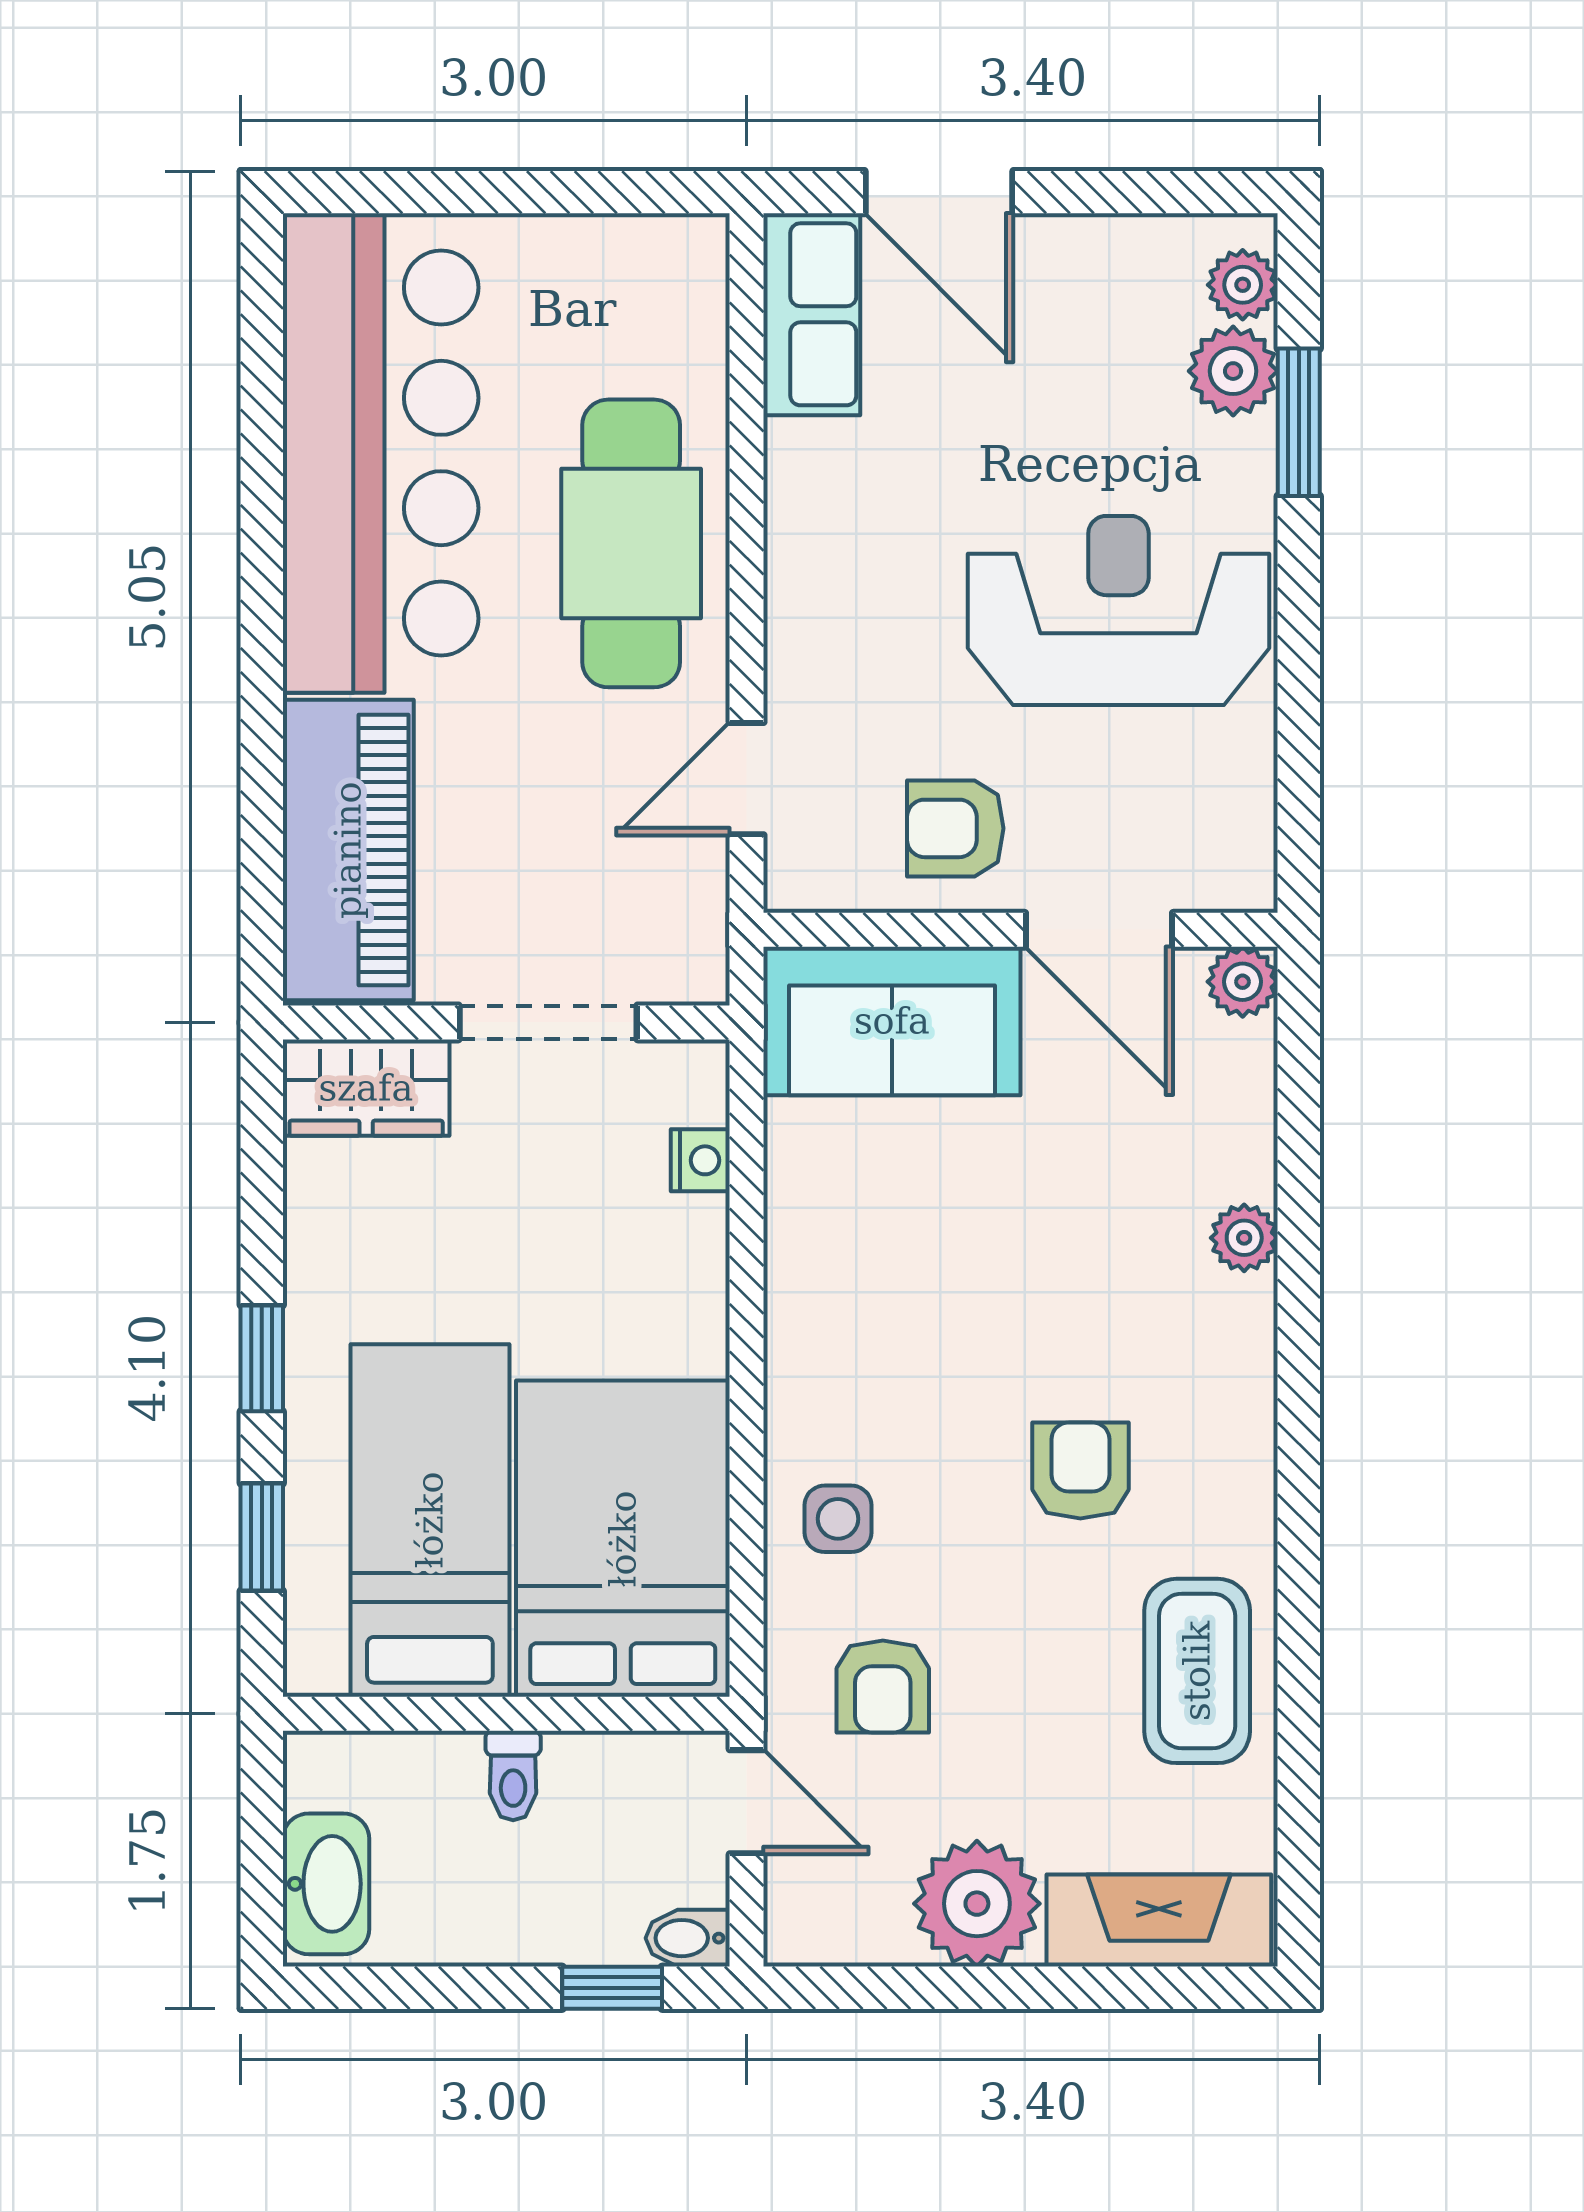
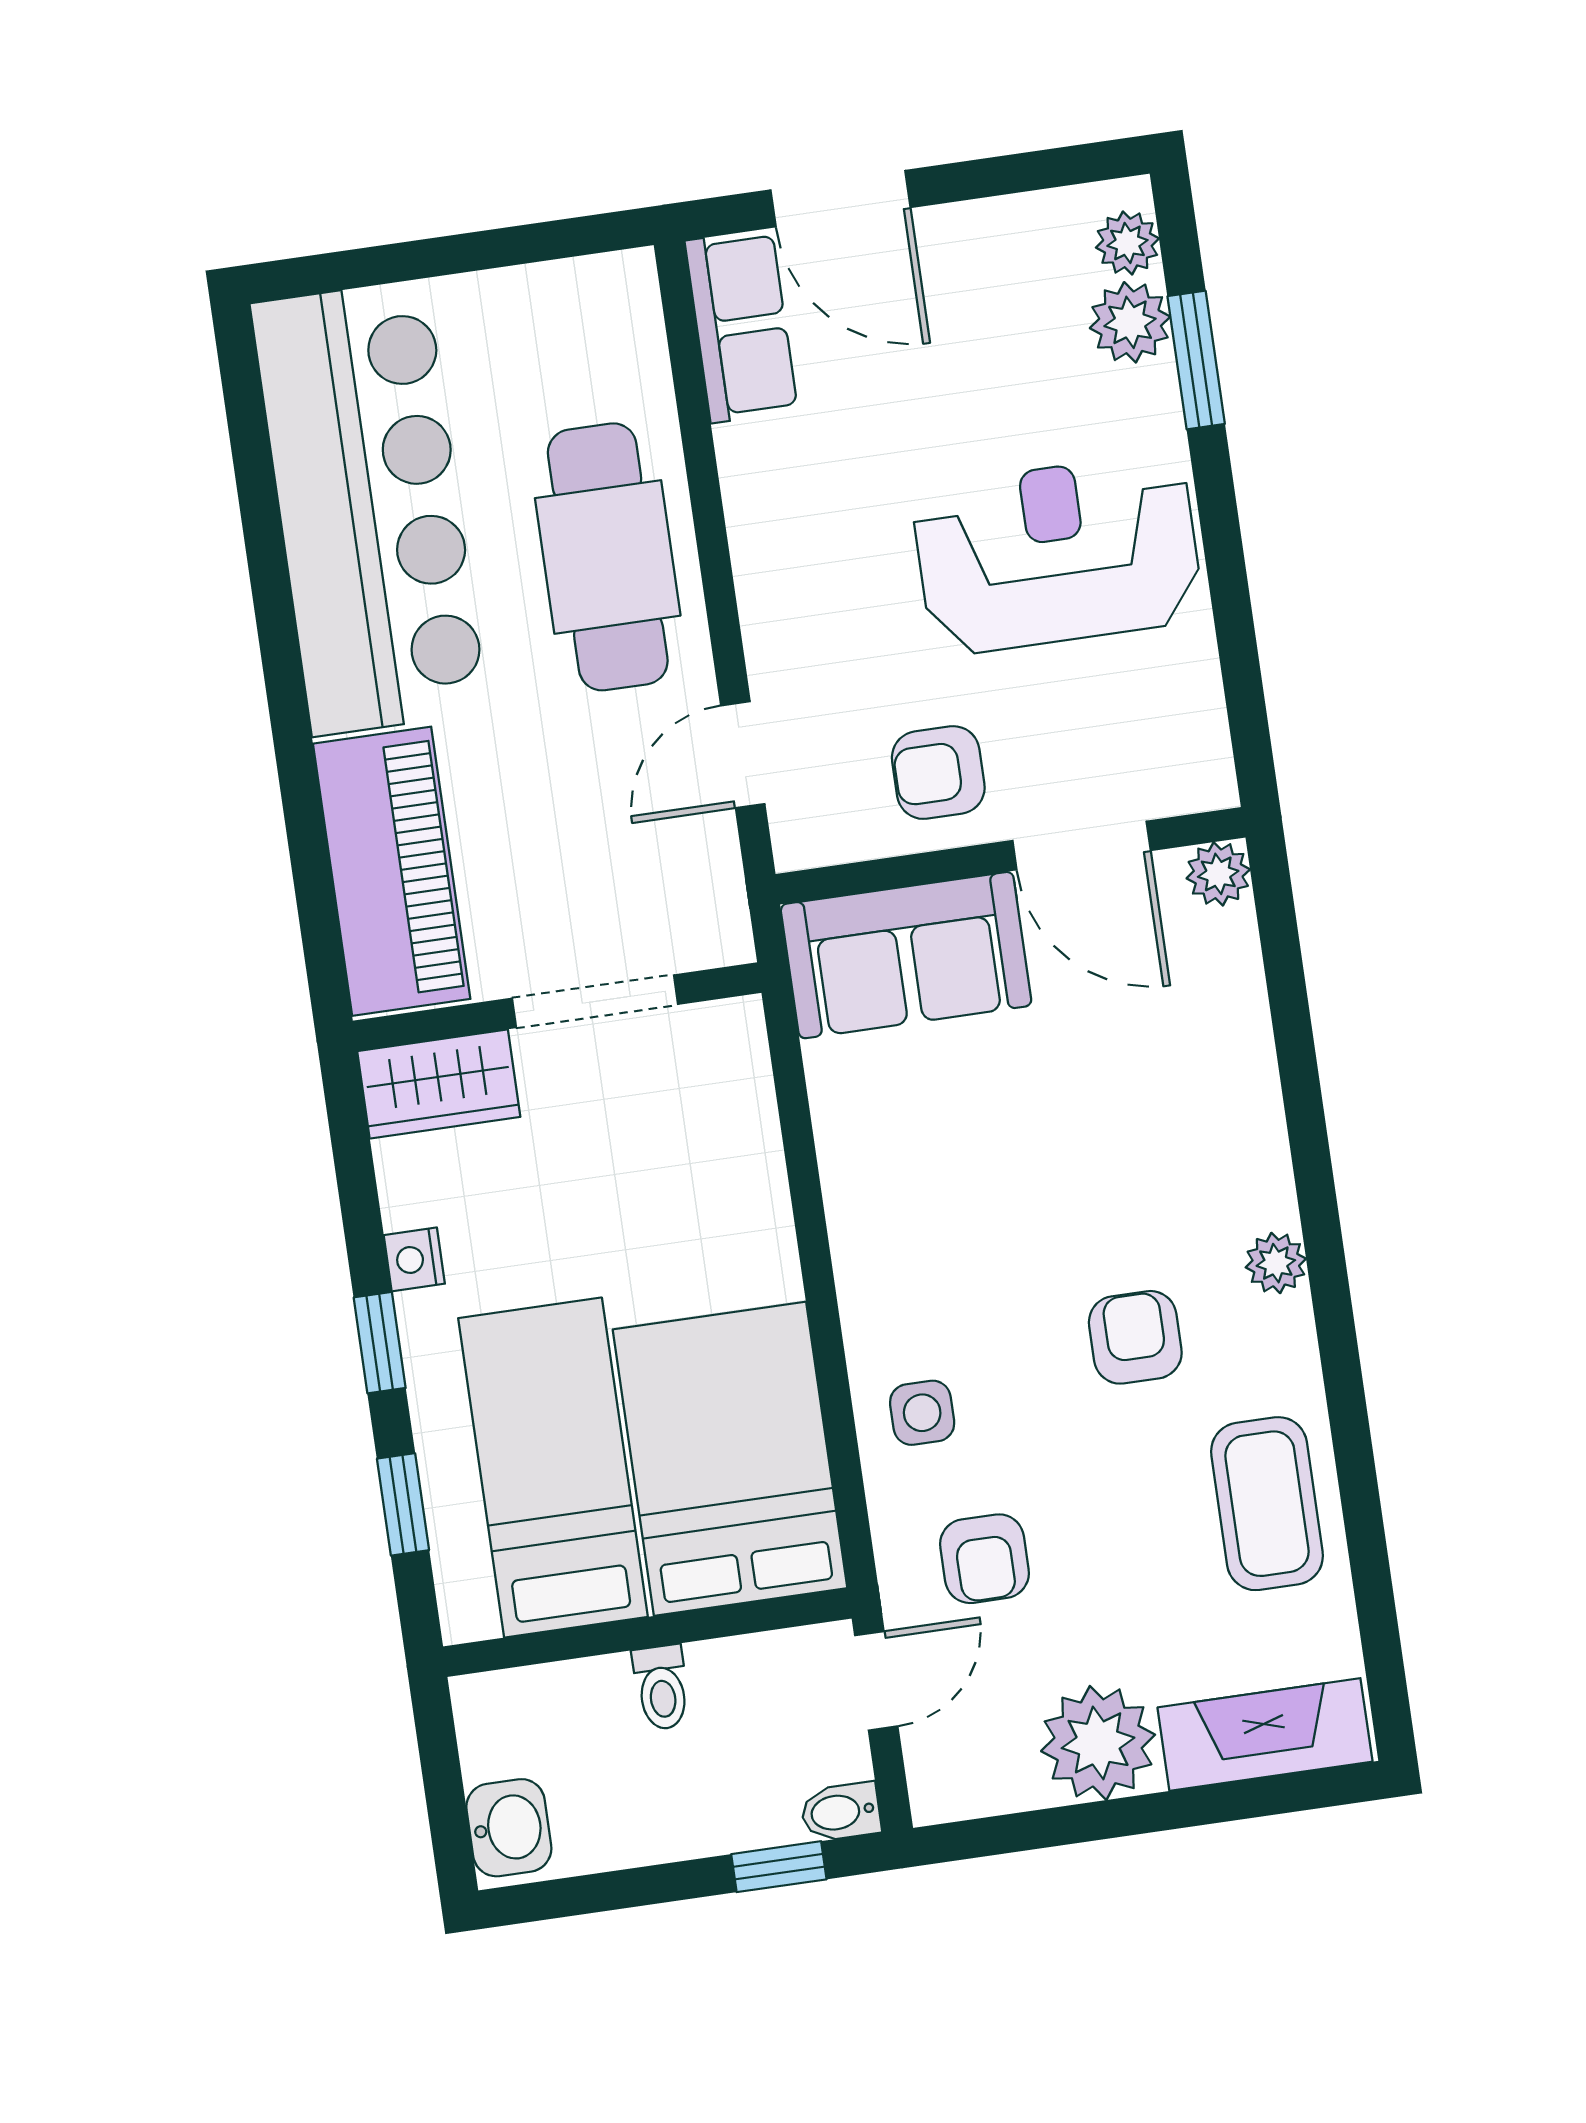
nightstand: (700, 1160) -> (414, 1259), moved, turned 180
plant: (1244, 1238) -> (1276, 1263), moved
door: (747, 1802) -> (876, 1681), hinge flipped
washbasin: (326, 1884) -> (509, 1828), width x0.72

